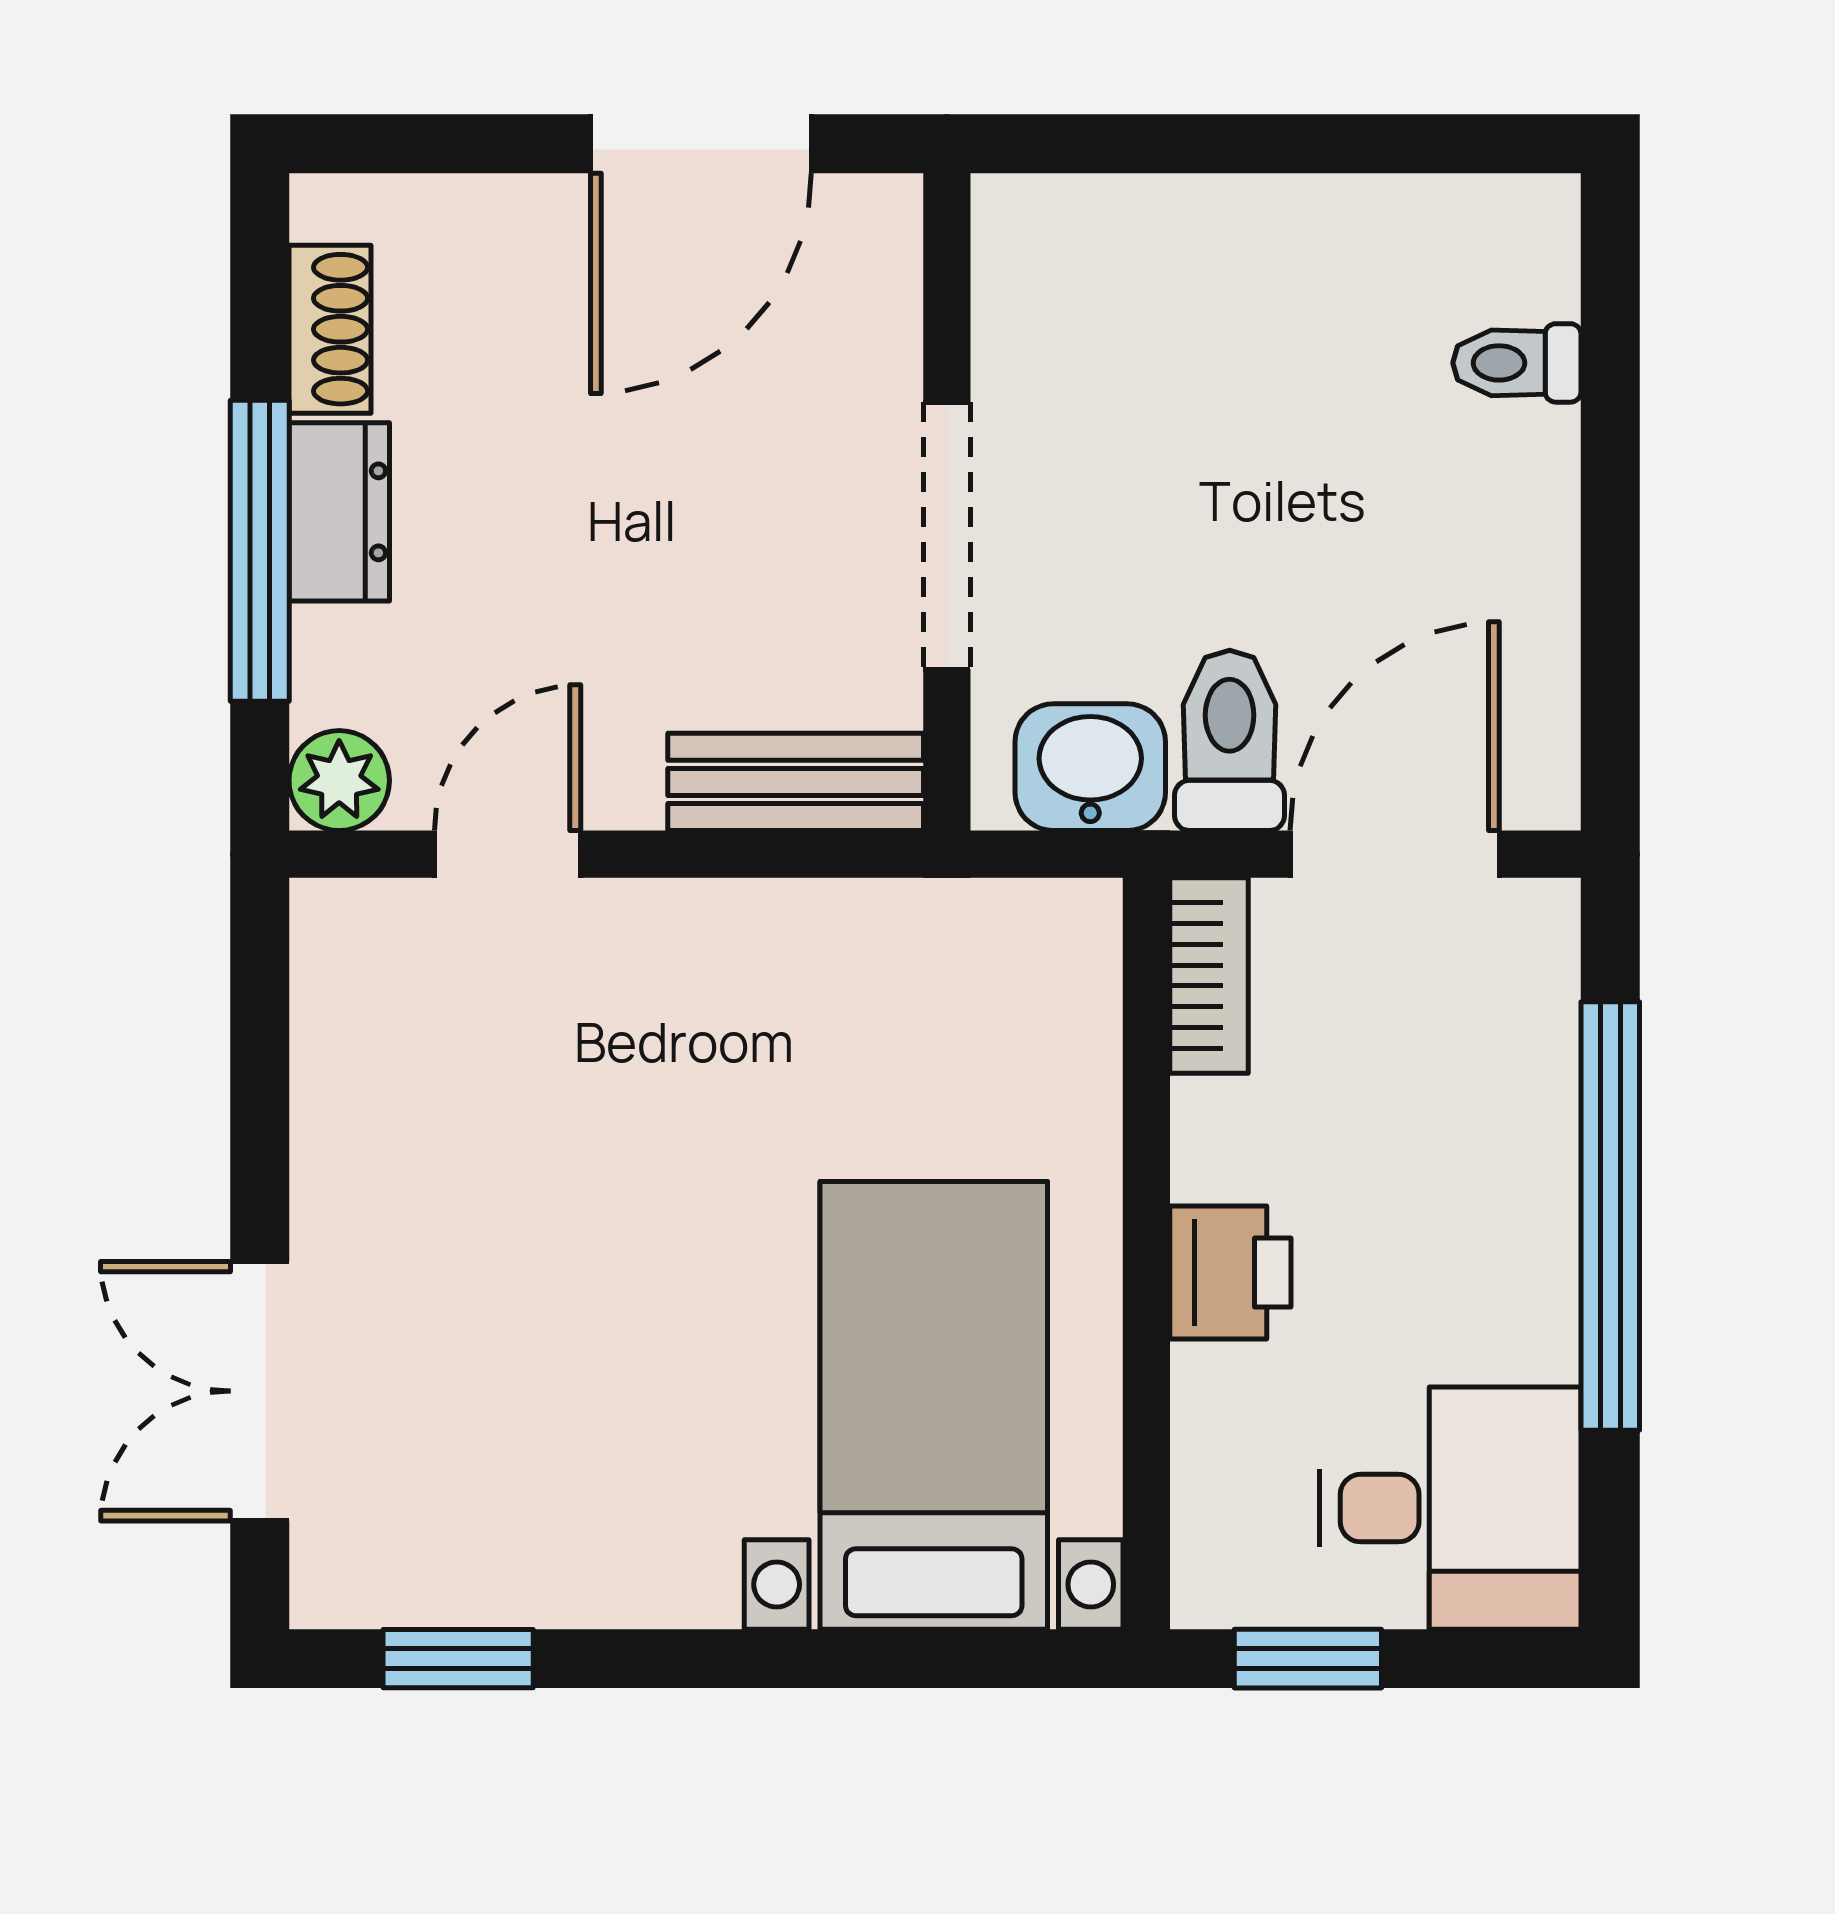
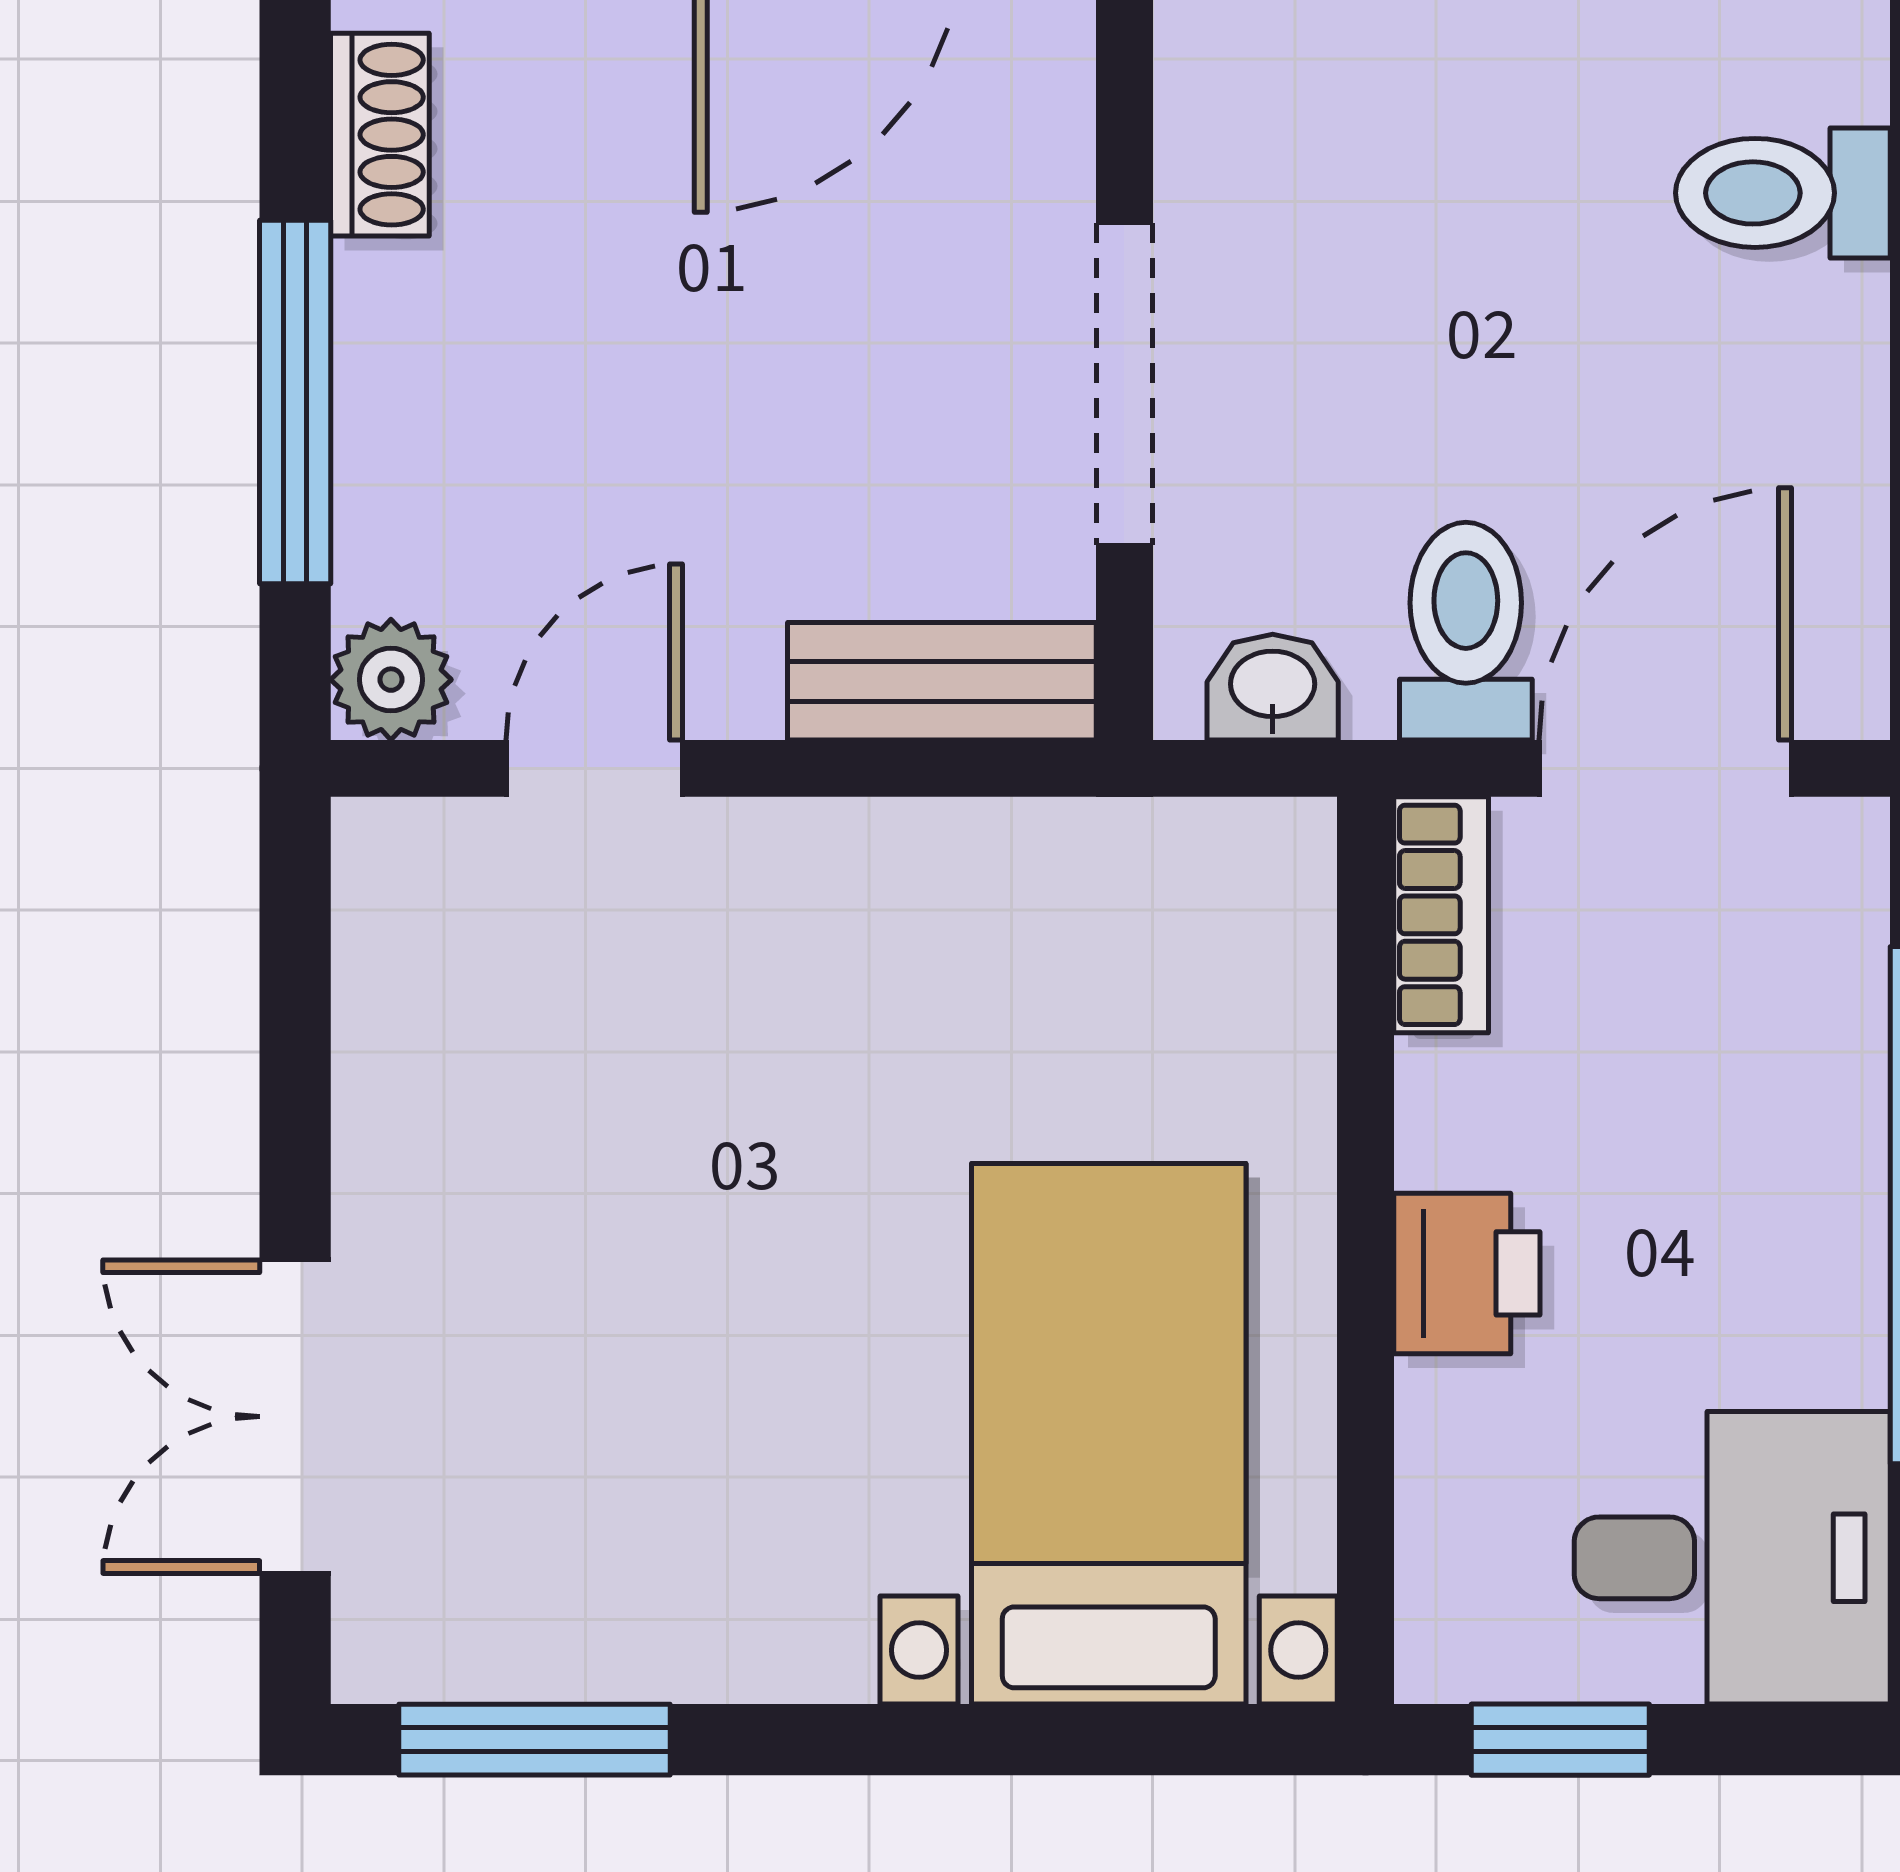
toilet: (1517, 363) -> (1783, 193), width x1.37, depth x1.39
dresser: (339, 512) -> (391, 355), removed
washbasin: (1090, 767) -> (1273, 687), width x0.72, depth x0.69
window: (458, 1659) -> (535, 1740), width x1.50

